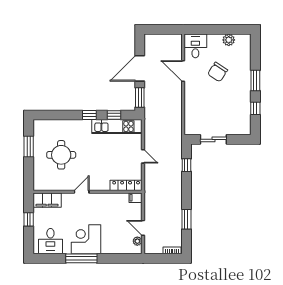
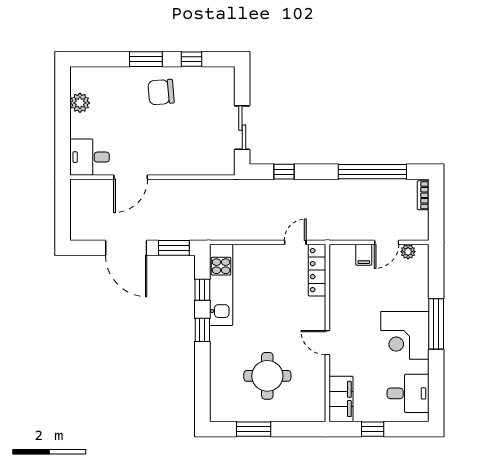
chair: (218, 72) -> (161, 92), moved, turned 142
door: (143, 156) -> (295, 242), moved
filing cabinet: (136, 198) -> (364, 255), moved
window: (186, 219) -> (372, 172), width x2.11
window: (81, 258) -> (436, 324), moved

